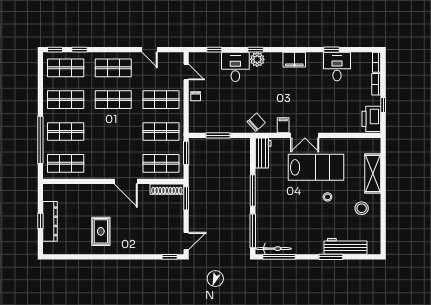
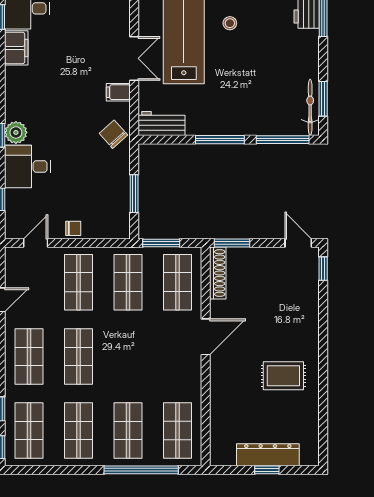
filing cabinet: (294, 60) -> (16, 48), moved
window: (279, 257) -> (323, 99), width x0.69

